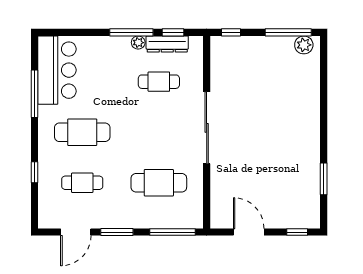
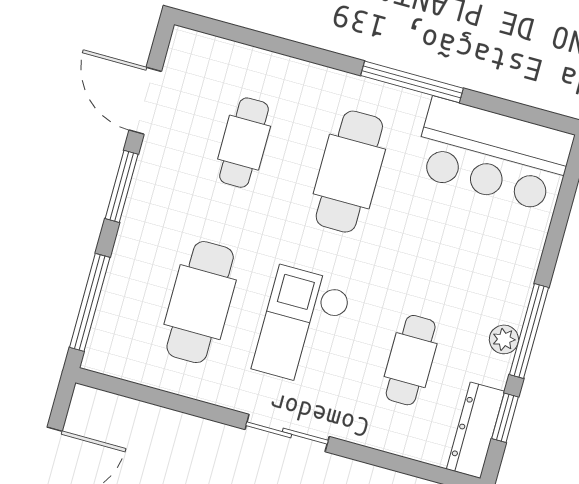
dresser: (167, 44) -> (476, 430), moved
window: (34, 94) -> (412, 82), moved
sliding door: (207, 128) -> (287, 433), width x0.54
checkout: (157, 134) -> (302, 327), added
window: (34, 172) -> (293, 49), removed

